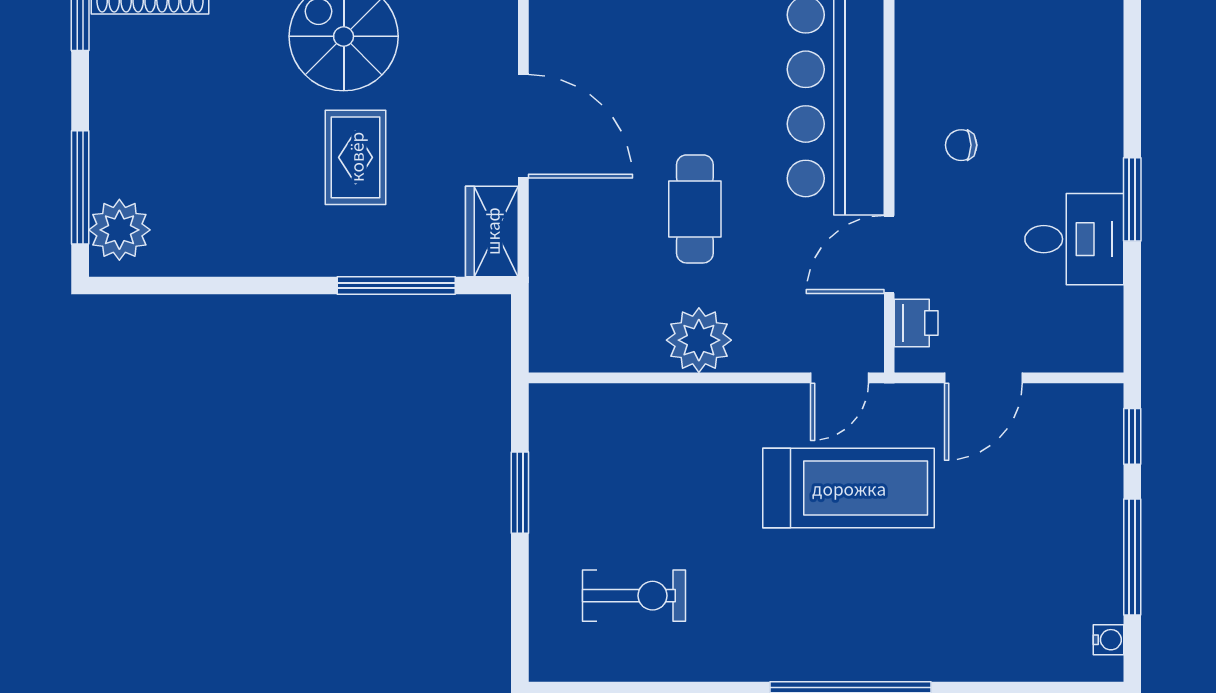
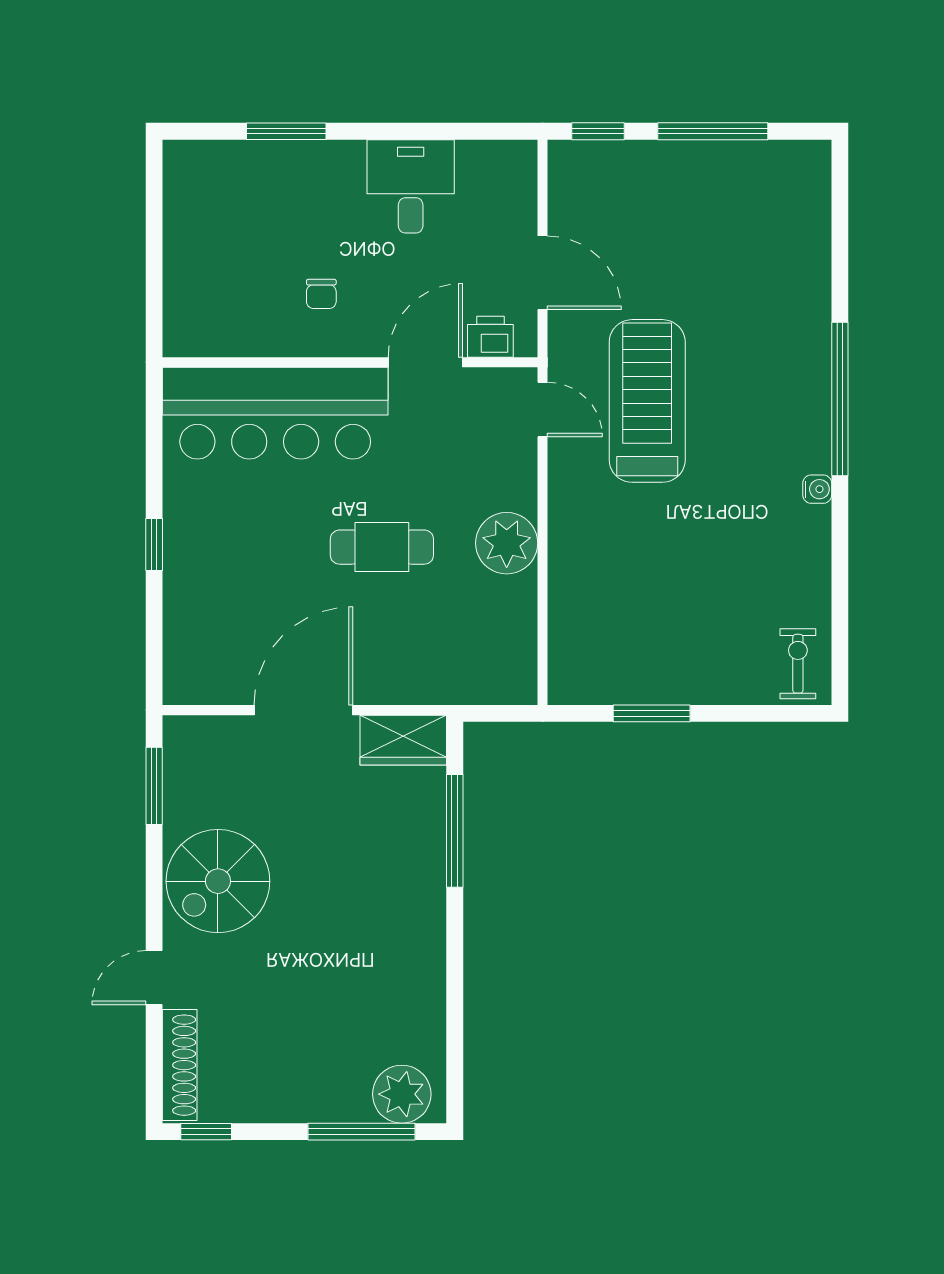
rug: (356, 157) -> (333, 870), removed
window: (1132, 199) -> (286, 131), moved
door: (889, 255) -> (425, 362), swing flipped
exercise bike: (634, 596) -> (798, 664), moved, width x0.73, depth x0.72
water cooler: (1108, 640) -> (817, 489), moved, turned 90

